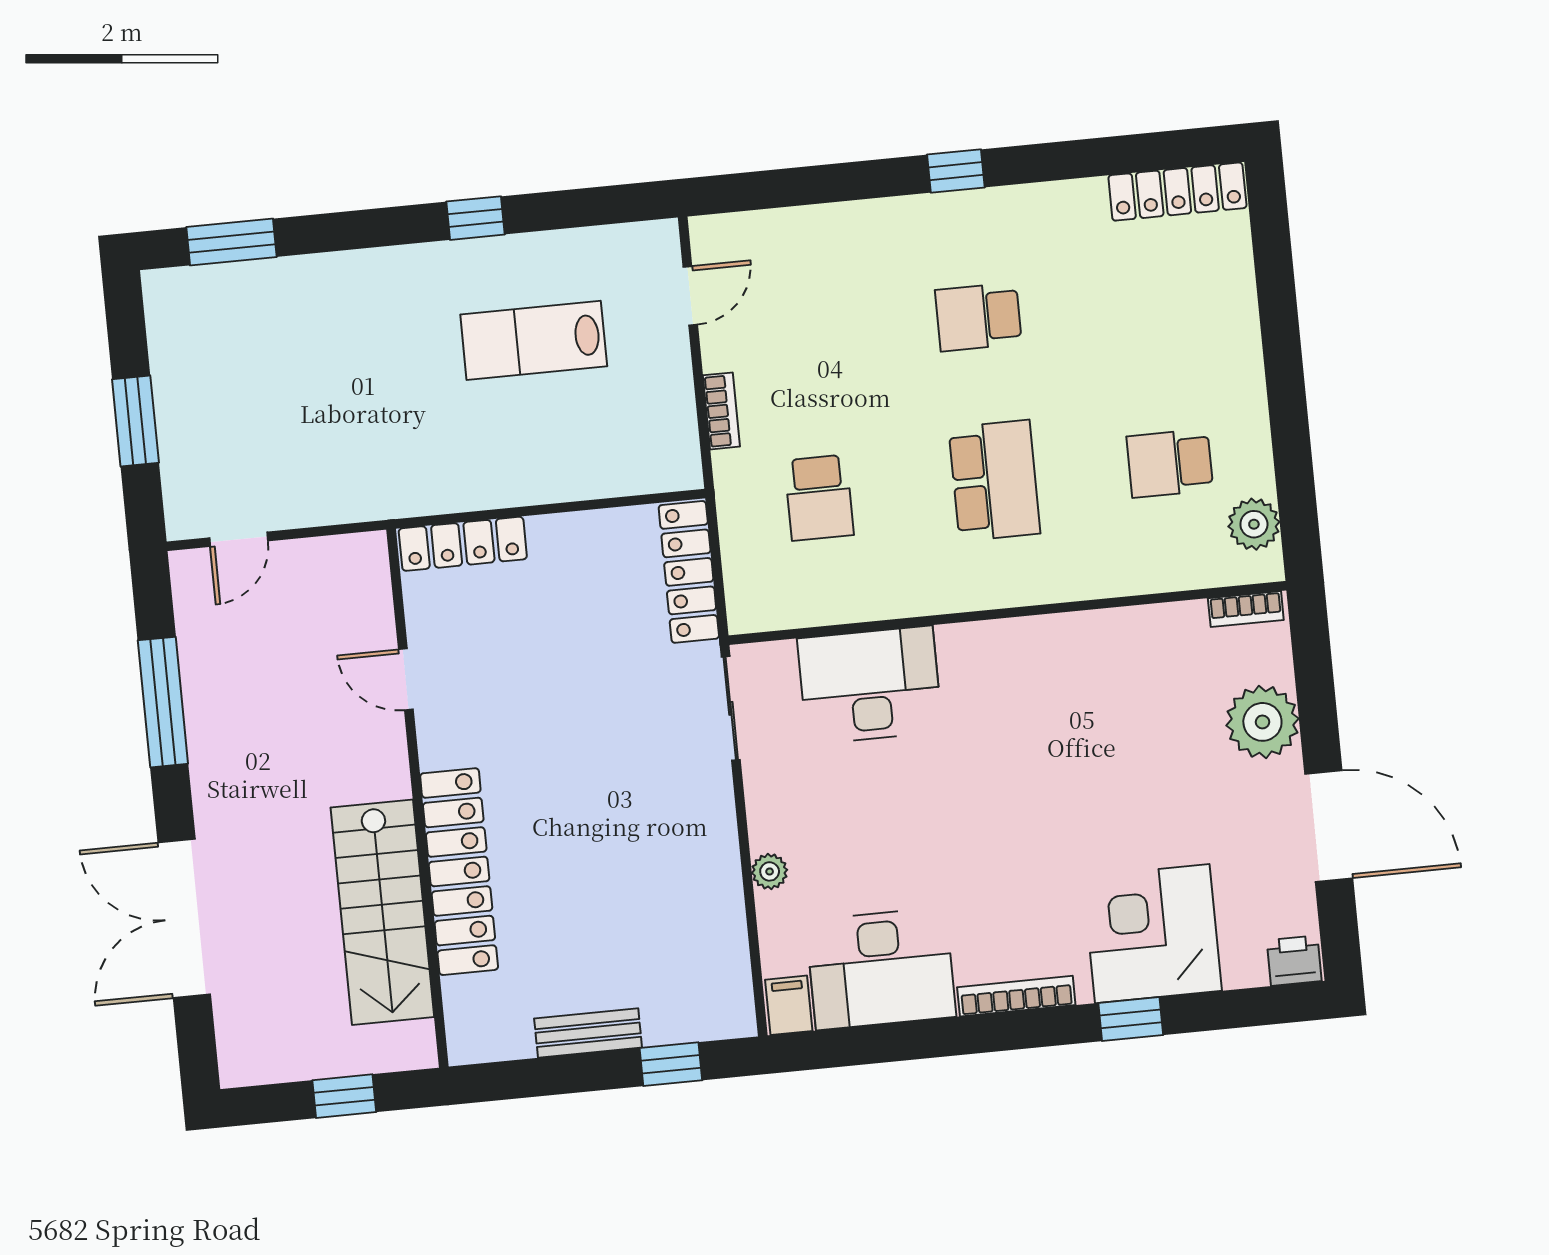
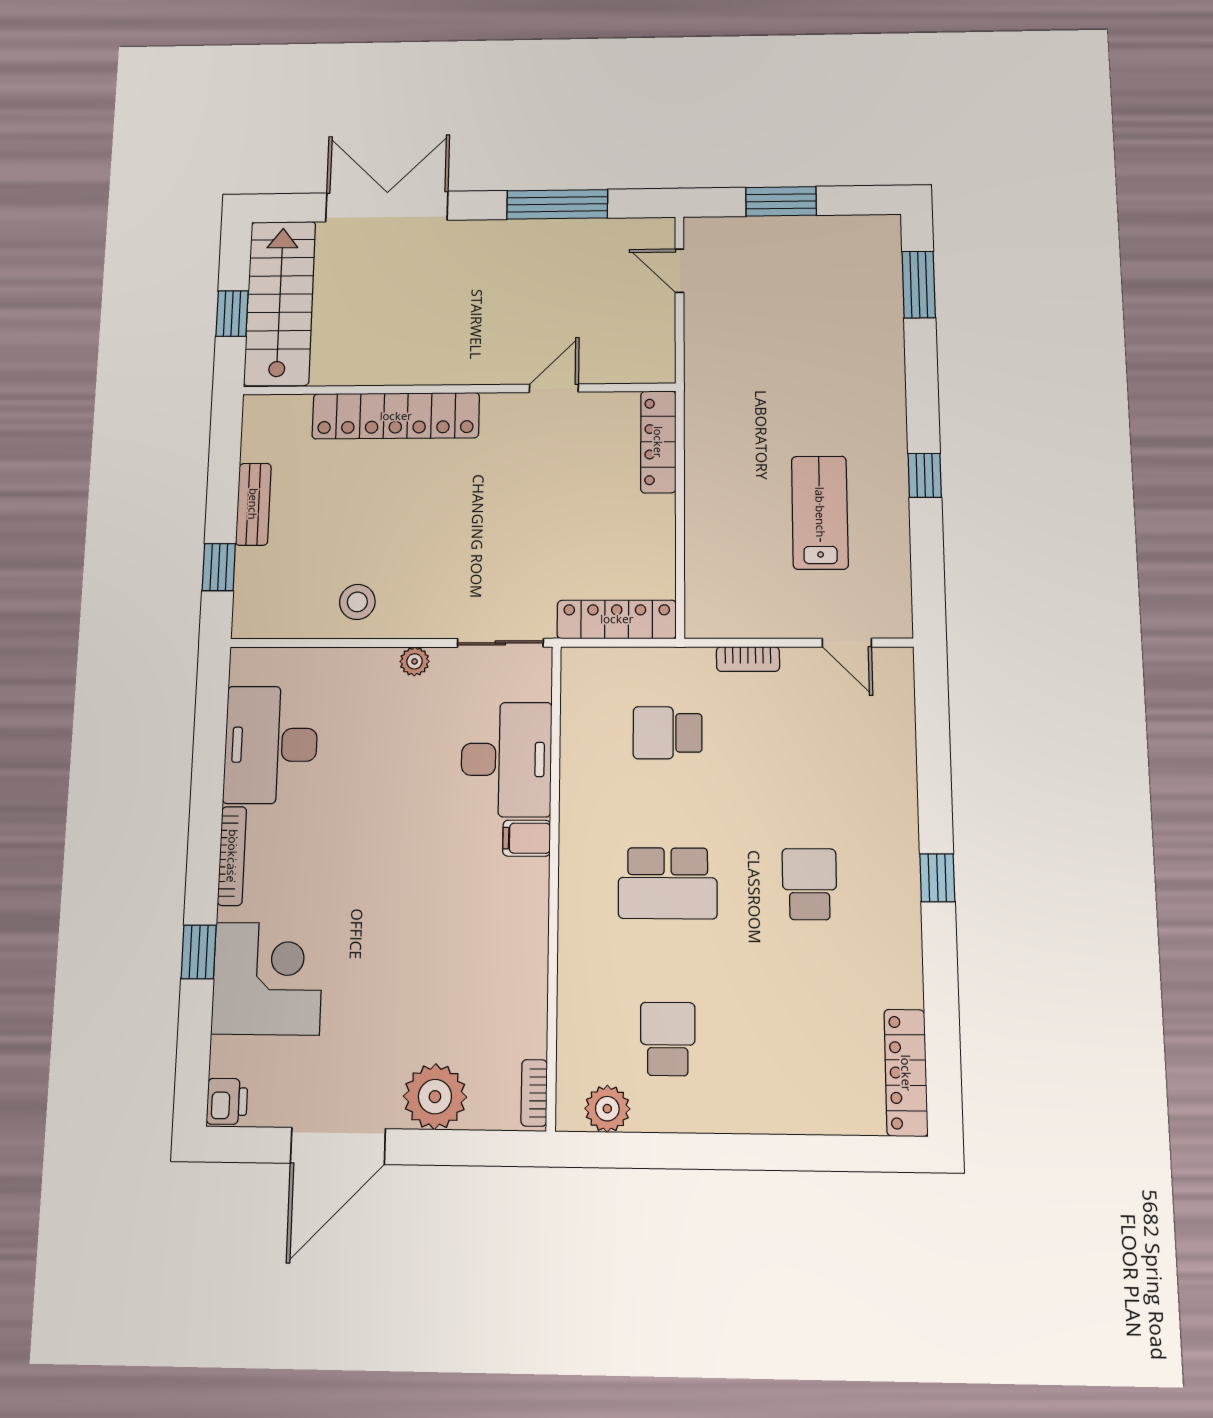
plant: (770, 871) -> (415, 661), moved
stool: (698, 888) -> (357, 602), added
stairs: (382, 912) -> (280, 303), moved, turned 90
filing cabinet: (789, 1005) -> (527, 838), moved, turned 180

